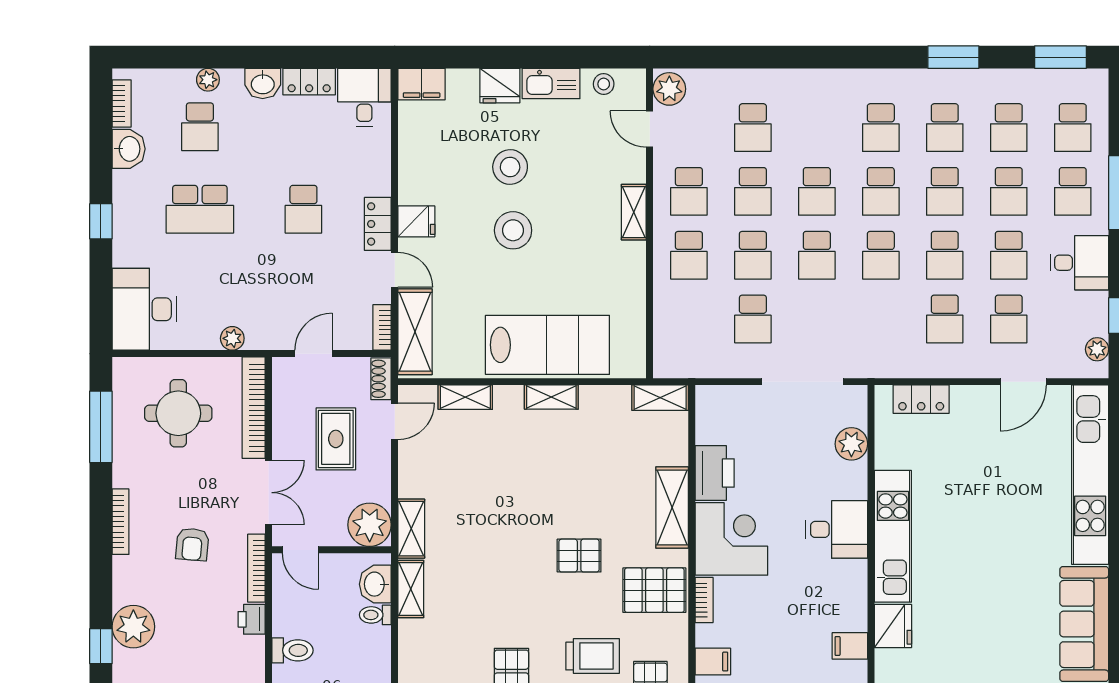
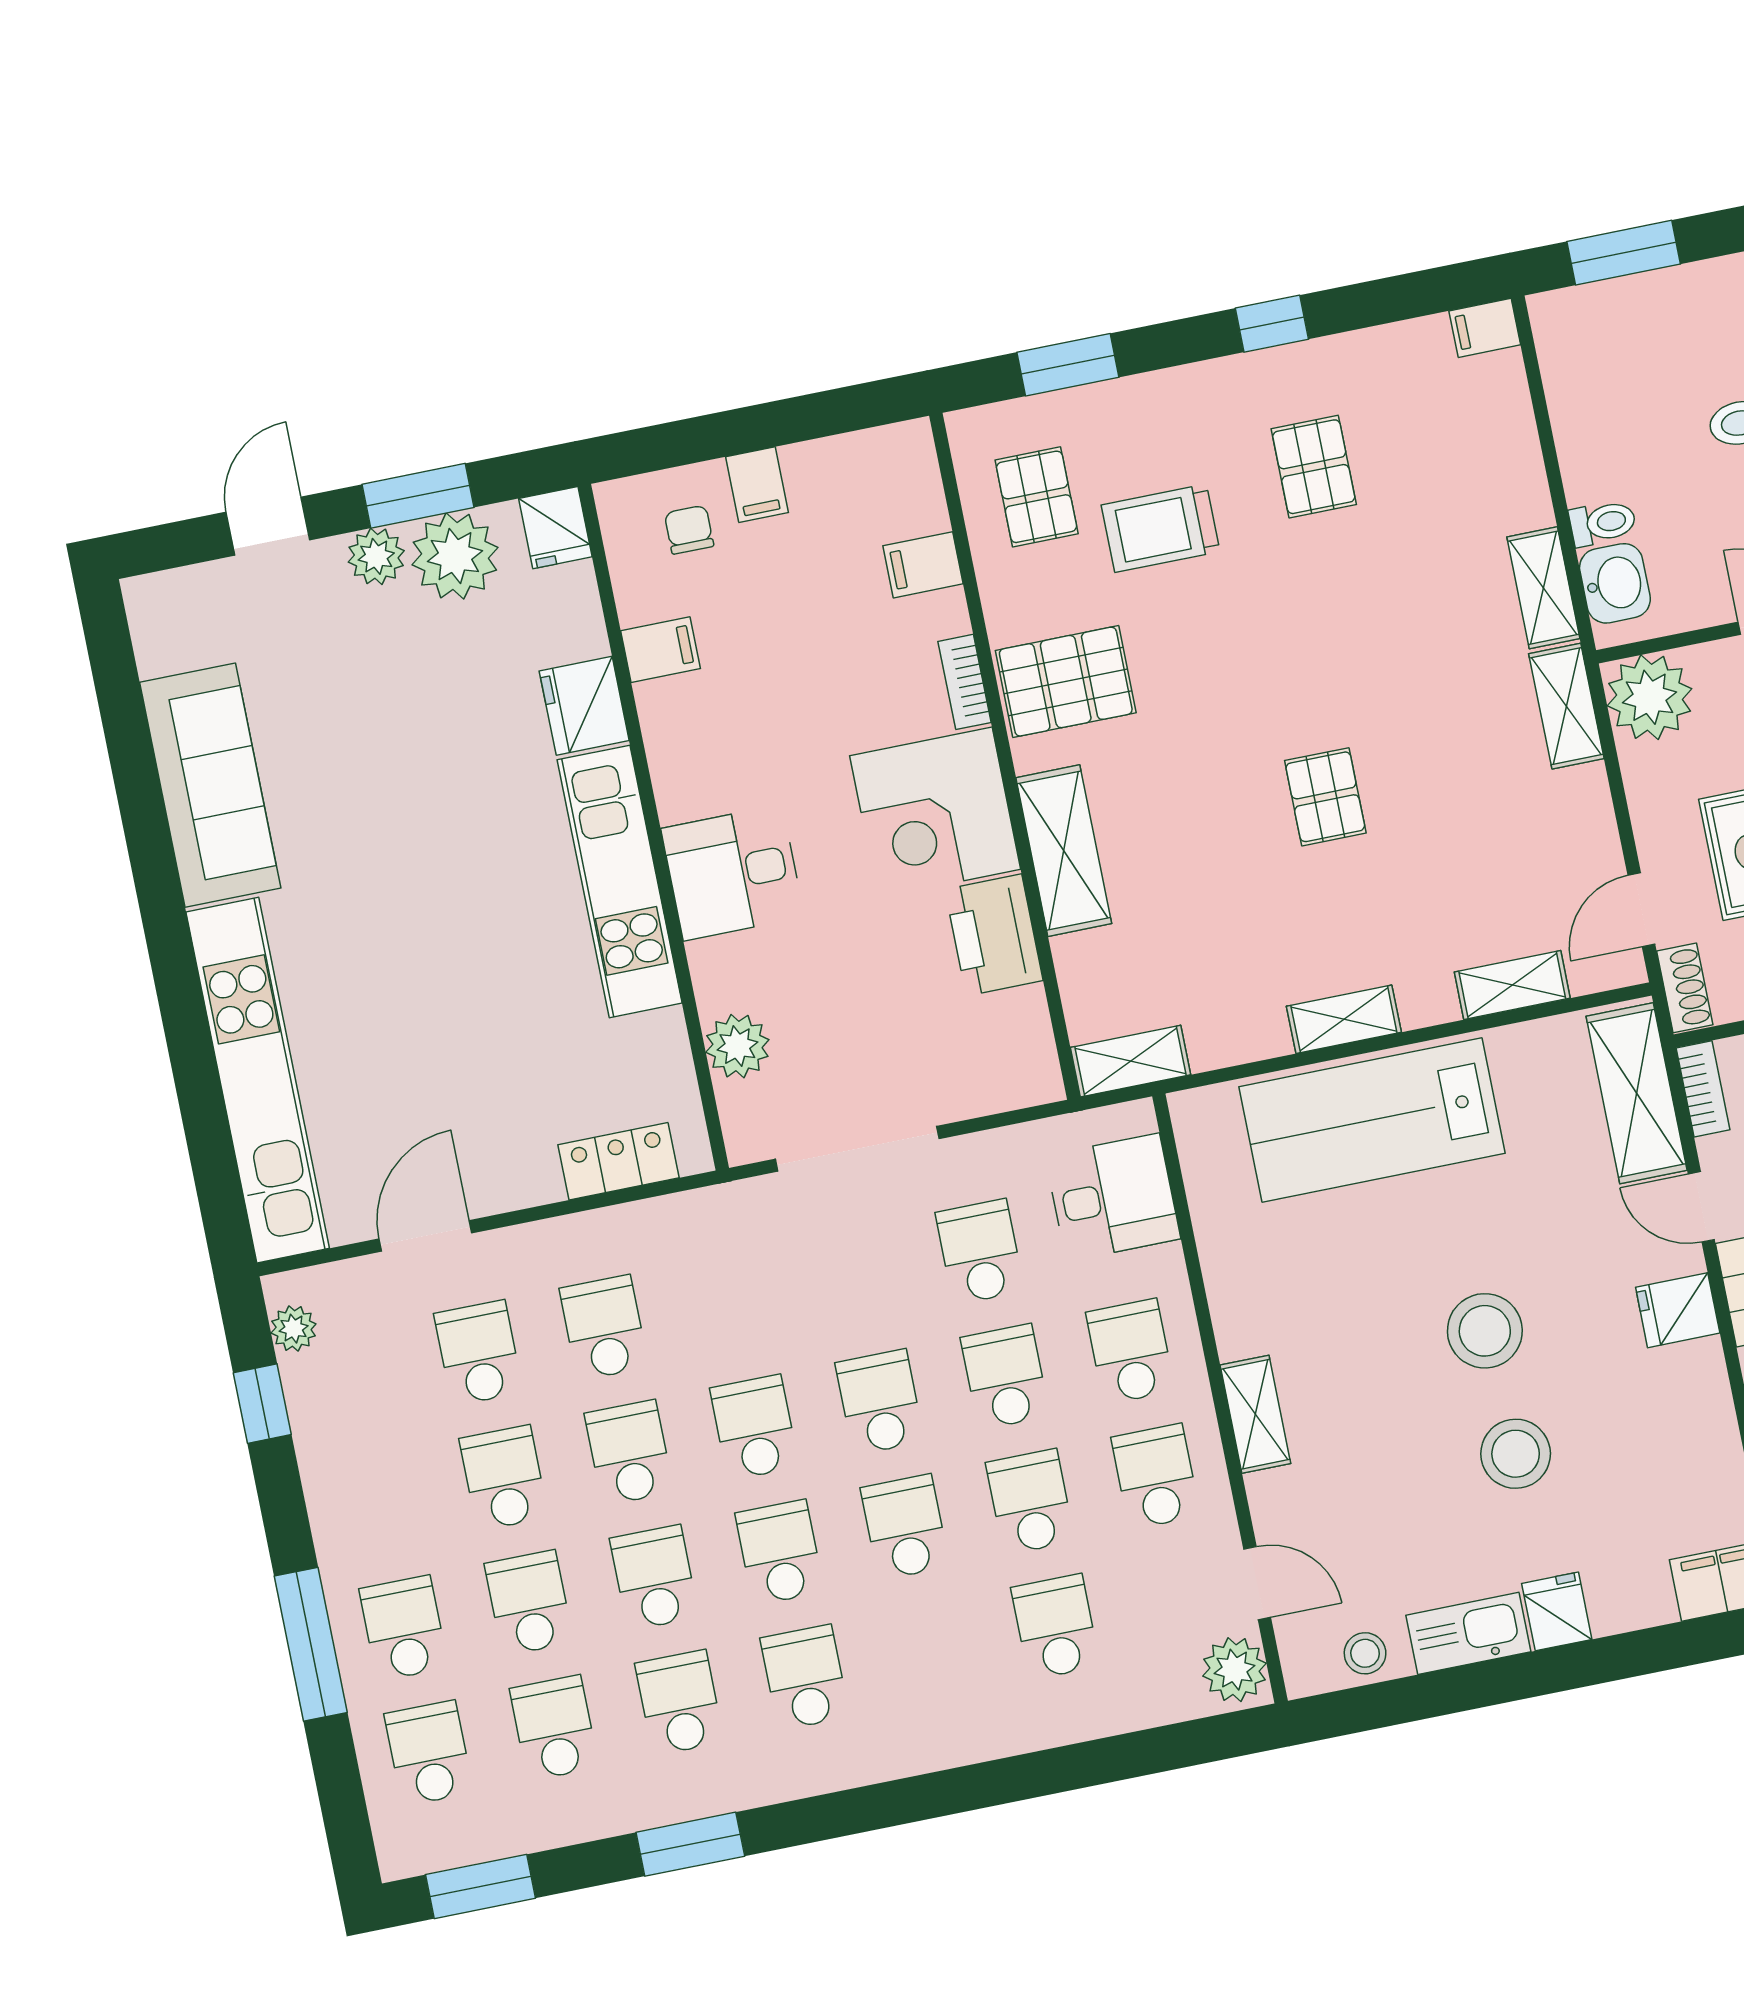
fridge: (500, 86) -> (1557, 1611), width x0.72
desk: (1079, 263) -> (1113, 1197), moved, turned 180
pallet: (579, 556) -> (1325, 797), moved, turned 90

